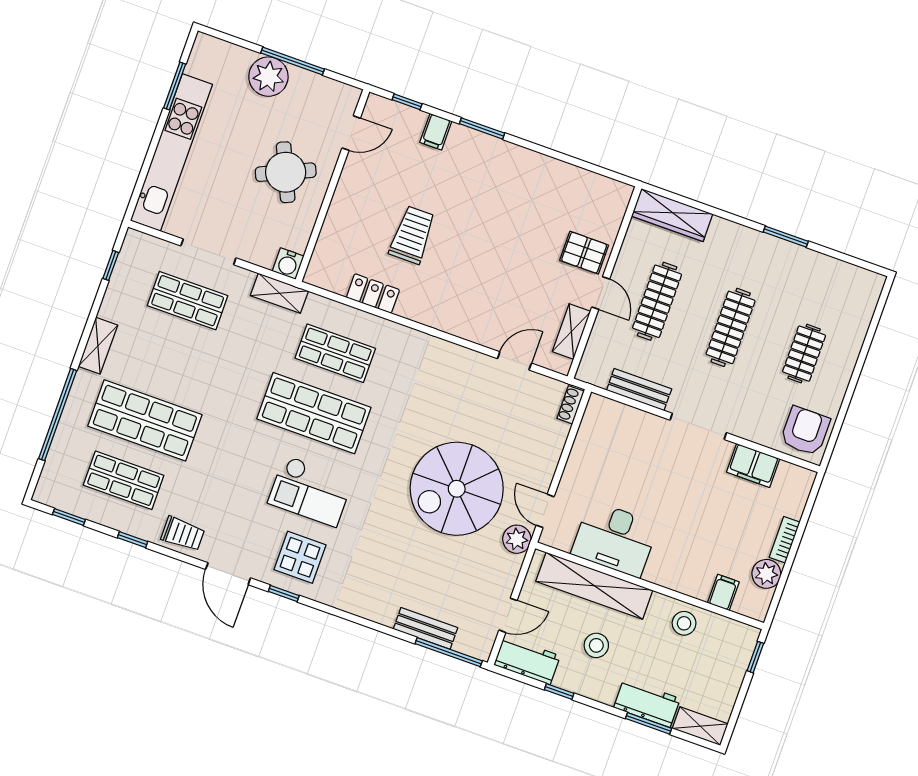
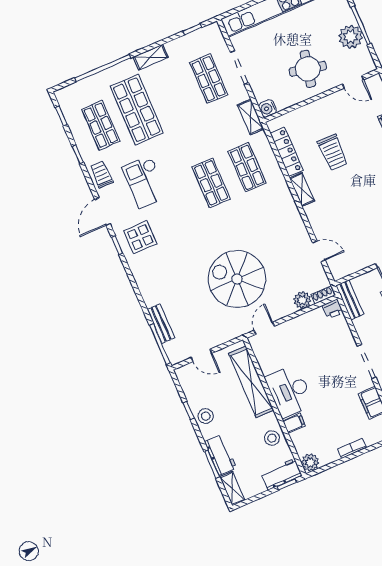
plant: (268, 77) -> (351, 37), moved
round table: (286, 172) -> (308, 69), turned 36
trolley: (412, 235) -> (333, 152), turned 90
locker: (373, 294) -> (286, 152), width x1.53
shelving: (571, 331) -> (302, 189), moved, turned 90
bench: (639, 390) -> (350, 300), moved
printer: (598, 409) -> (333, 309), added
shop shelf: (314, 413) -> (211, 183), width x0.70, depth x0.74
checkout: (310, 491) -> (145, 182), moved
trolley: (183, 534) -> (101, 174), turned 180
plant: (517, 539) -> (302, 300), moved
desk: (615, 539) -> (289, 391), moved
plant: (766, 574) -> (310, 462), moved
filing cabinet: (723, 592) -> (294, 423), moved
stool: (596, 645) -> (206, 416), moved
workbench: (527, 660) -> (281, 474), moved, turned -90

